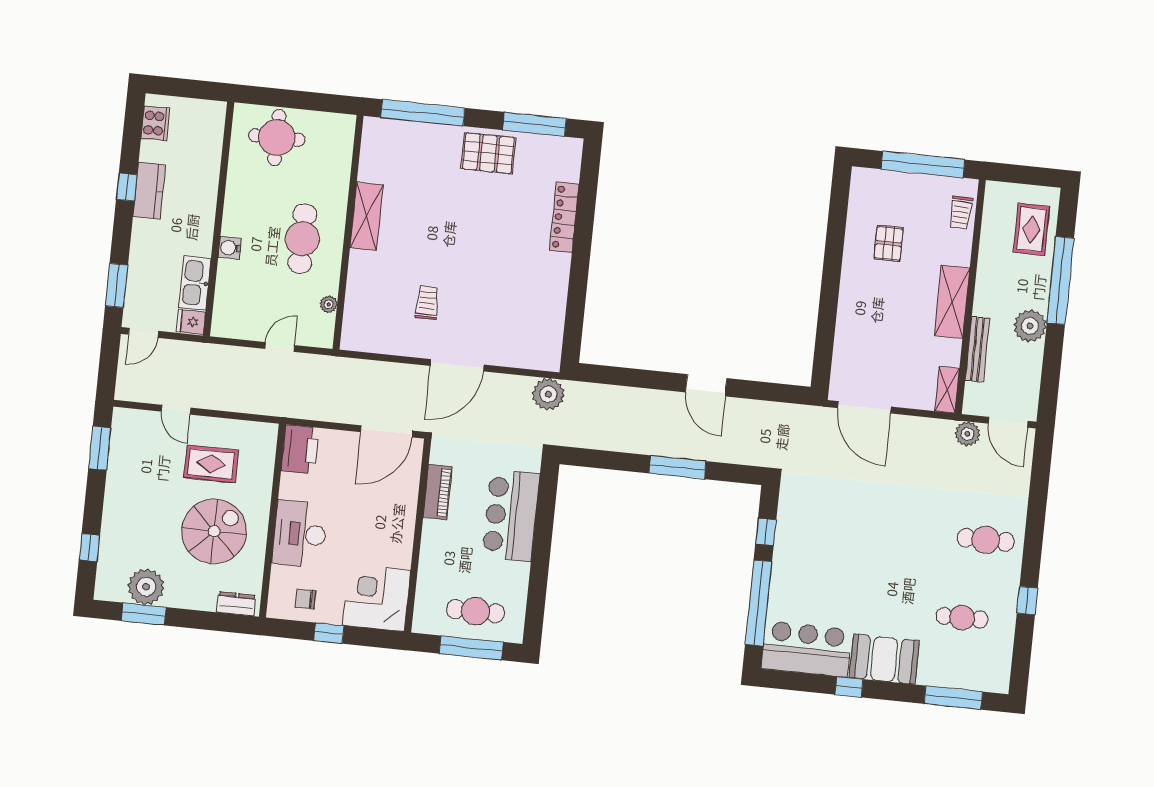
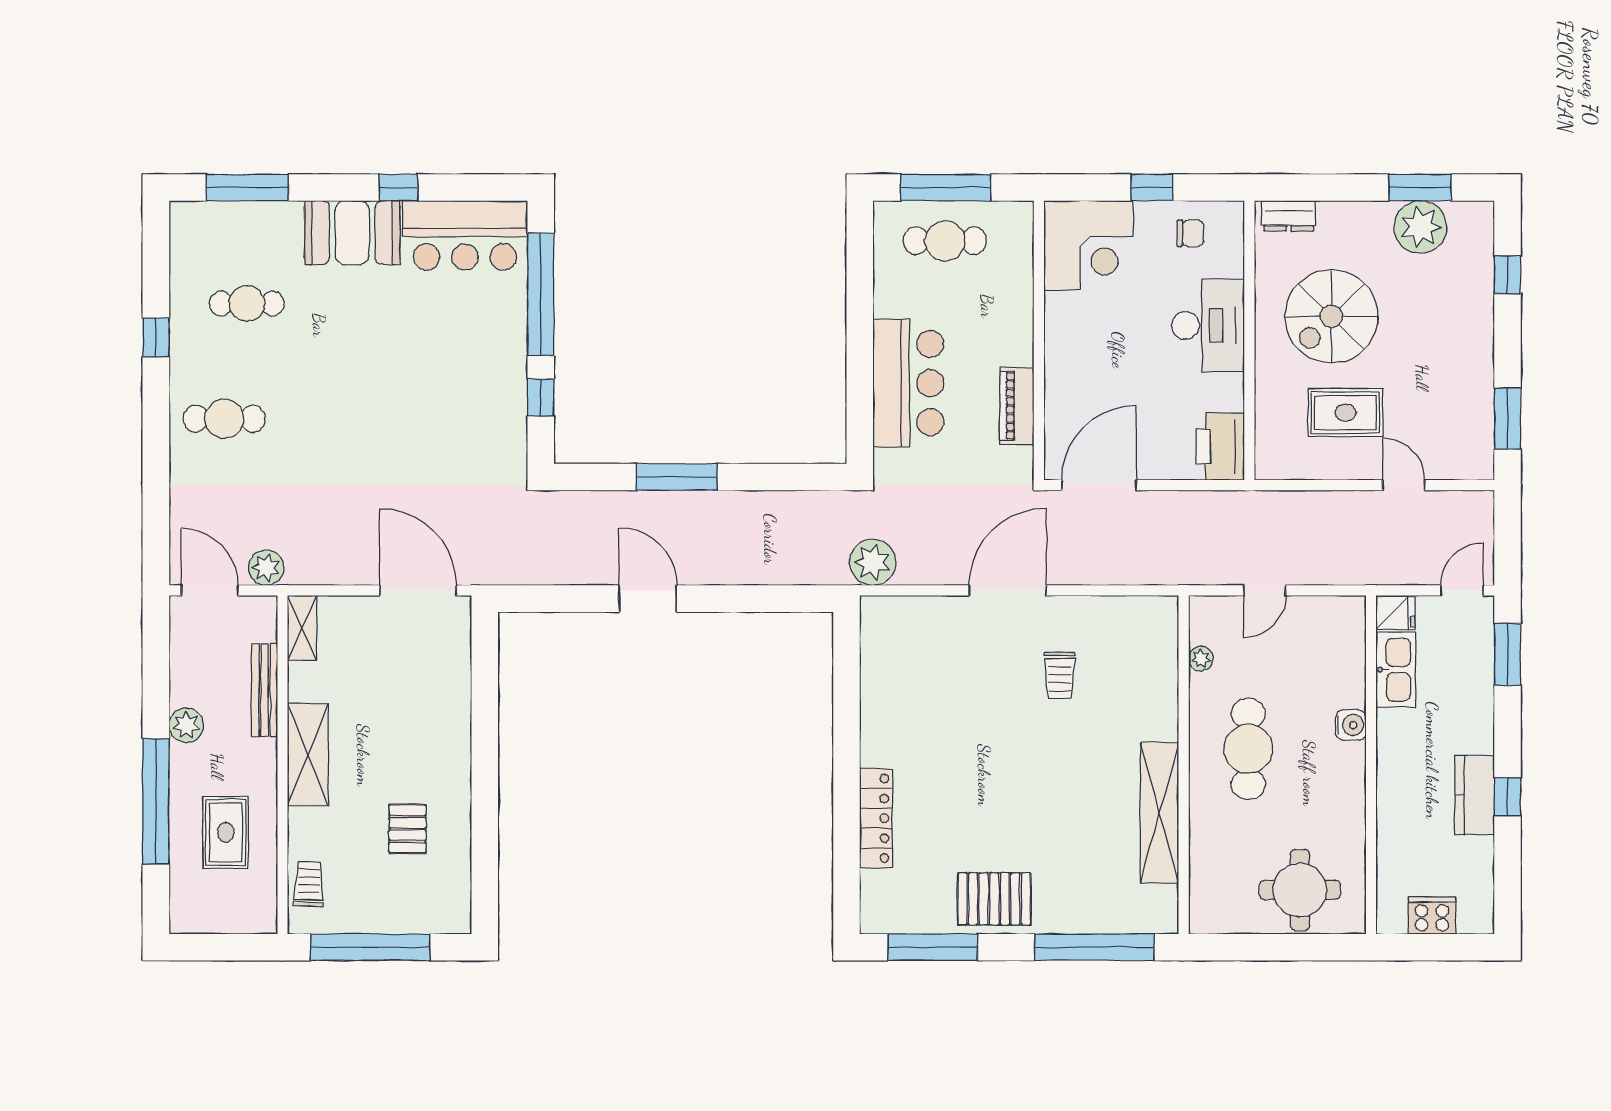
cooker: (155, 123) -> (1432, 916), moved, turned 90
shelving: (367, 216) -> (1160, 813), width x1.47
rug: (1031, 229) -> (226, 832), moved
plant: (1030, 326) -> (186, 725), width x0.73, depth x0.73

